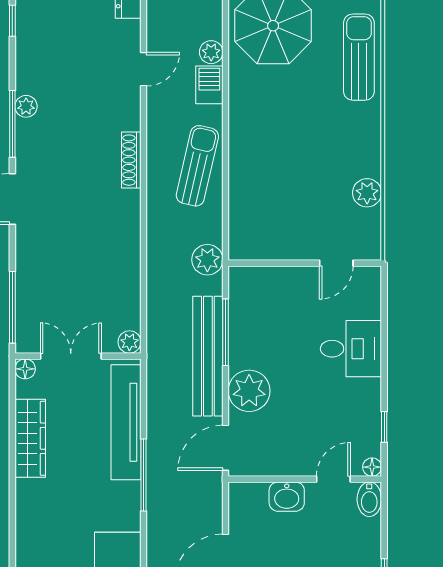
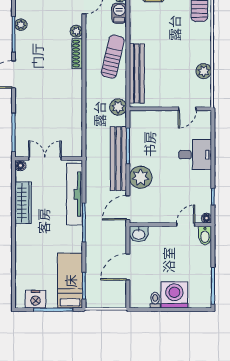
bench: (242, 197) -> (137, 73), added
plant: (129, 342) -> (76, 31), moved
washbasin: (287, 497) -> (139, 234), moved

